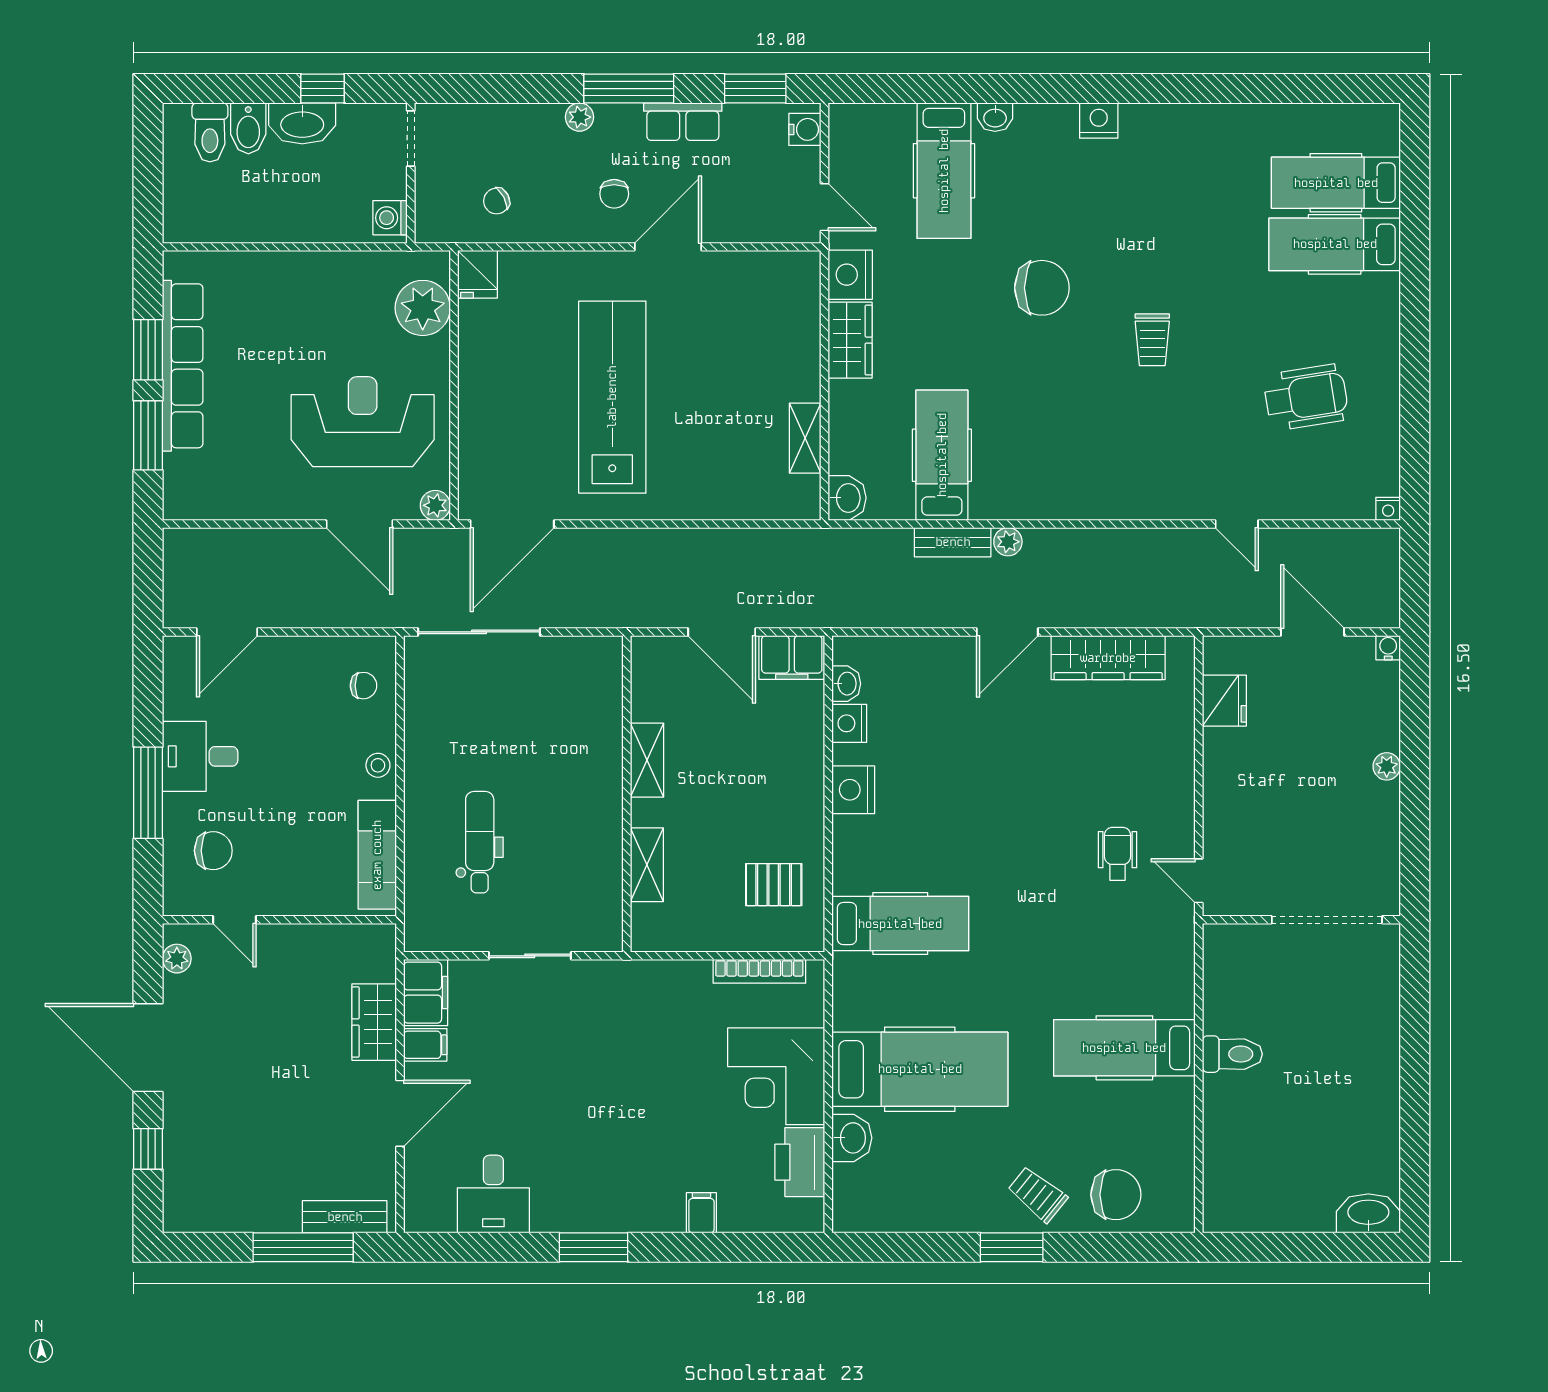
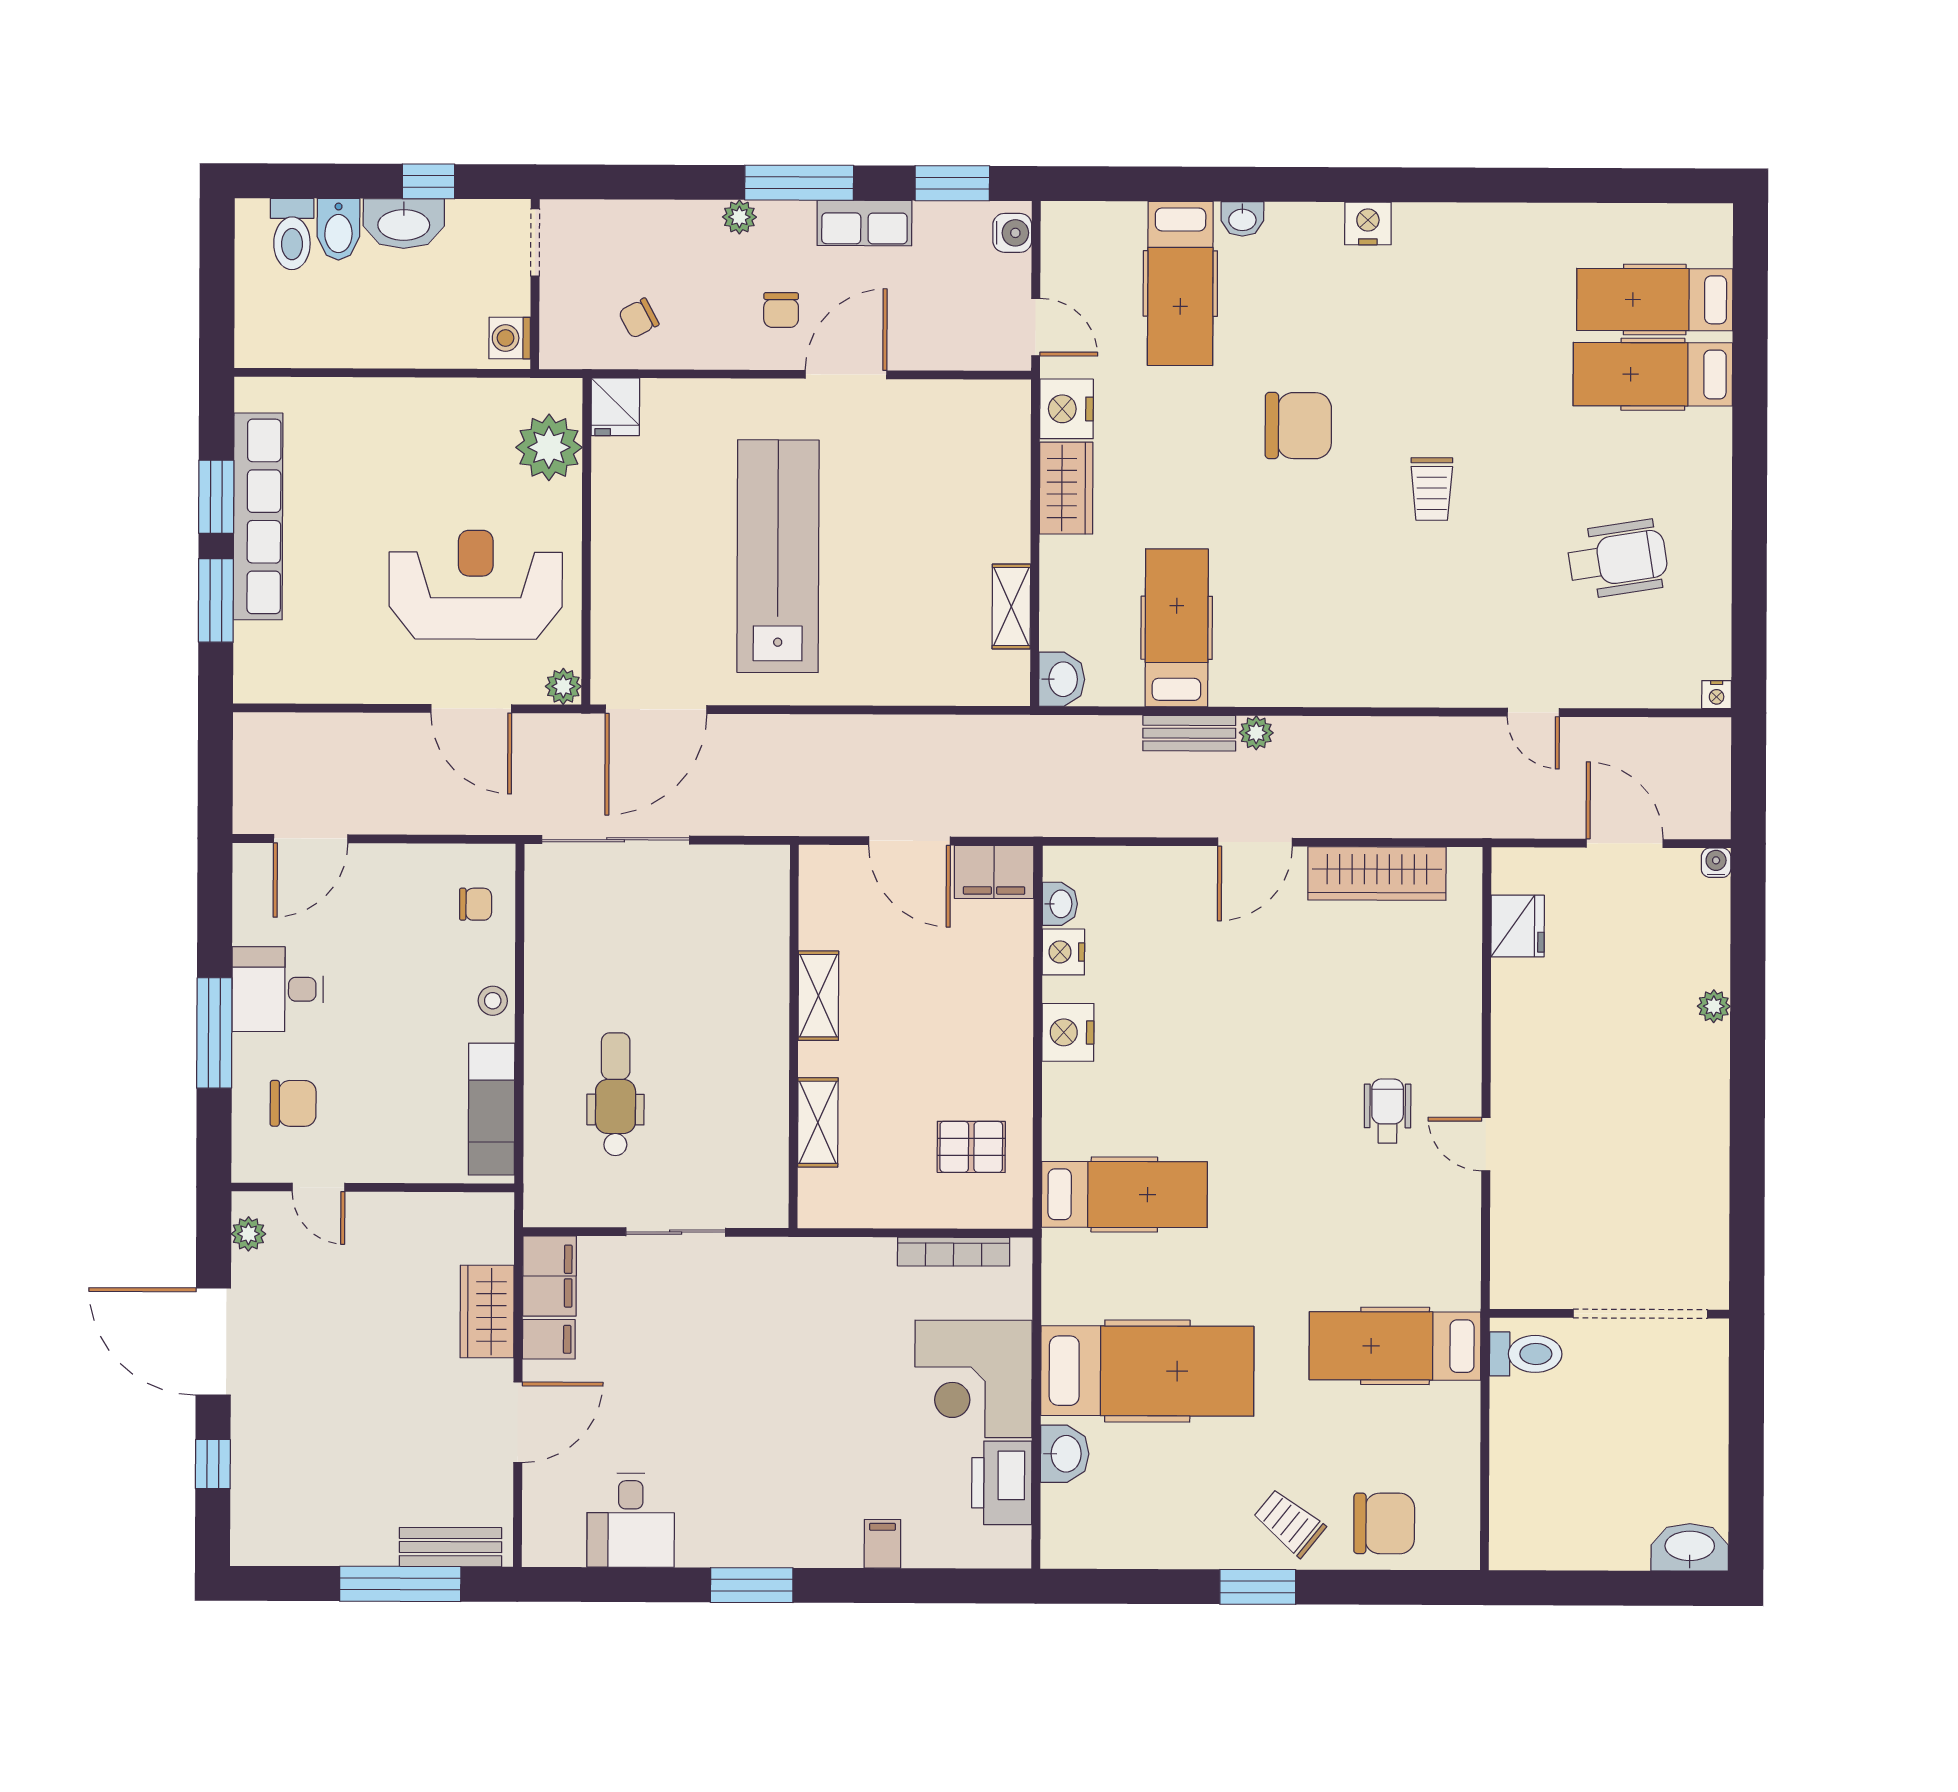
wall: (1301, 920) -> (1609, 1314), moved
doorway: (1327, 920) -> (1640, 1314), moved

